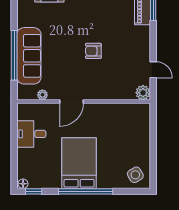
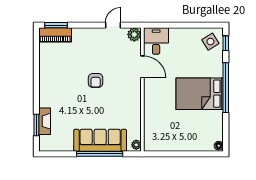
plant: (42, 95) -> (136, 145), moved
door: (72, 101) -> (142, 67), moved
desk: (31, 134) -> (156, 41), moved, turned 180
window: (34, 191) -> (226, 43), moved

